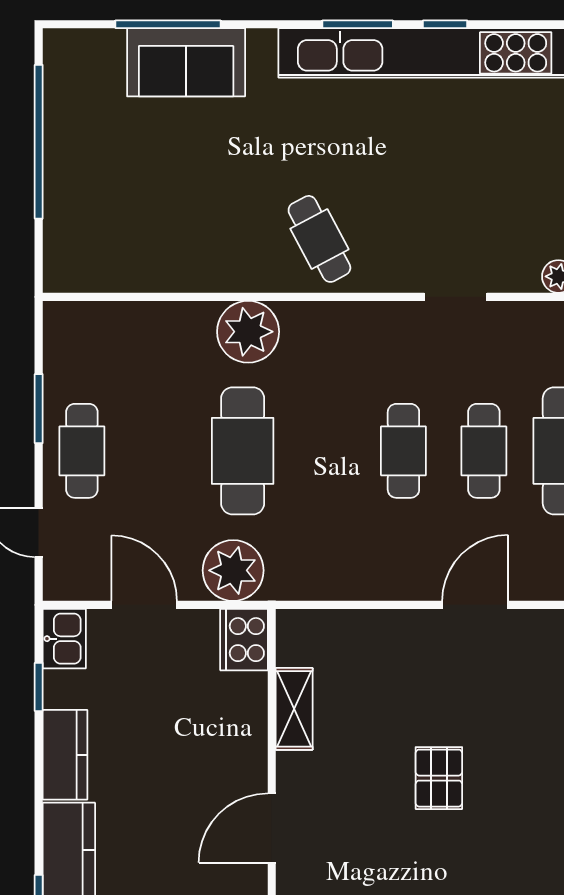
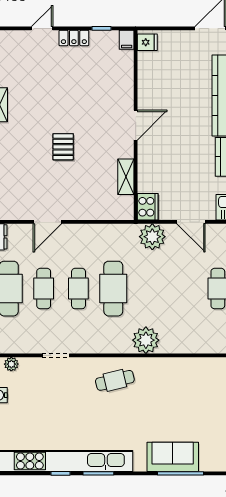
cafe table: (319, 239) -> (115, 380), turned -76
cafe table: (243, 451) -> (113, 289), moved

